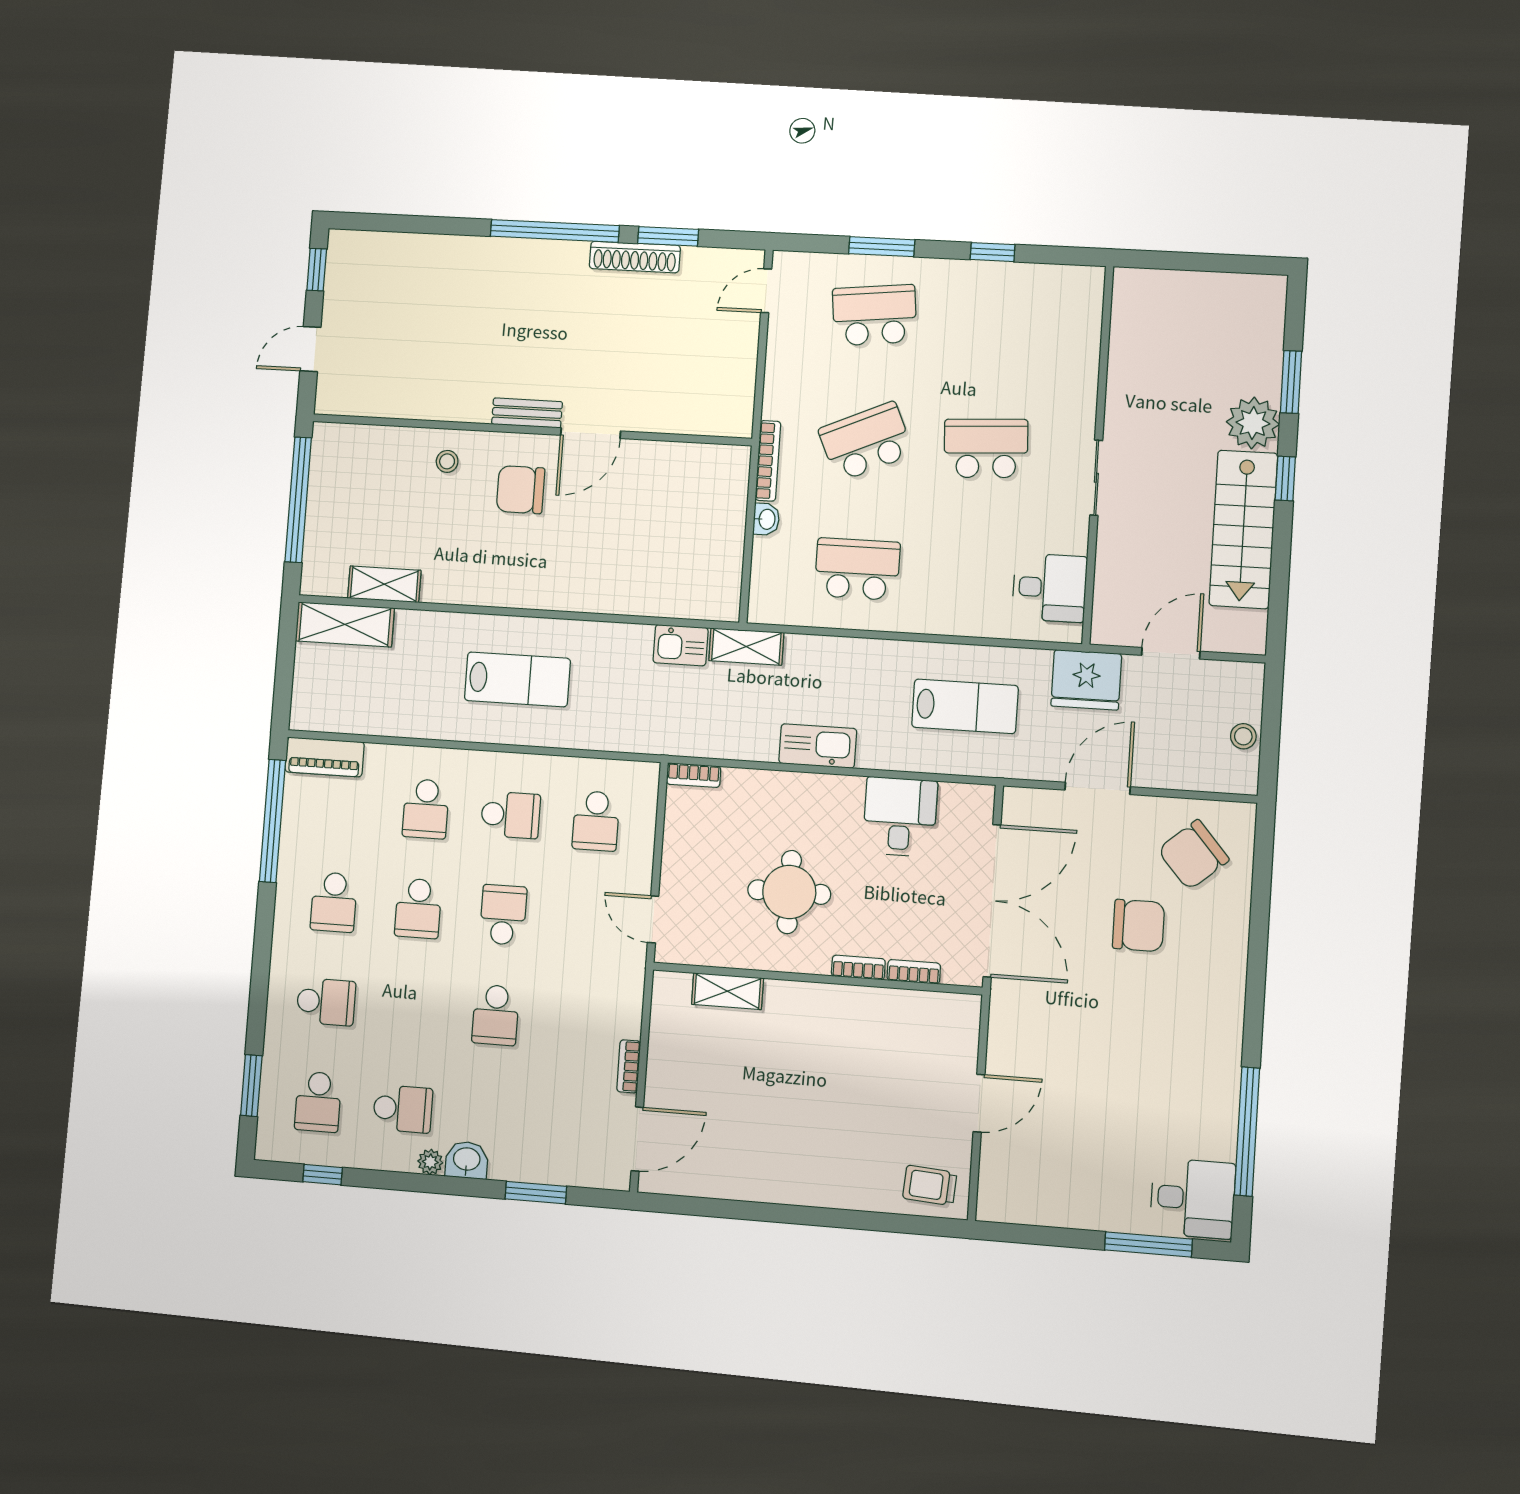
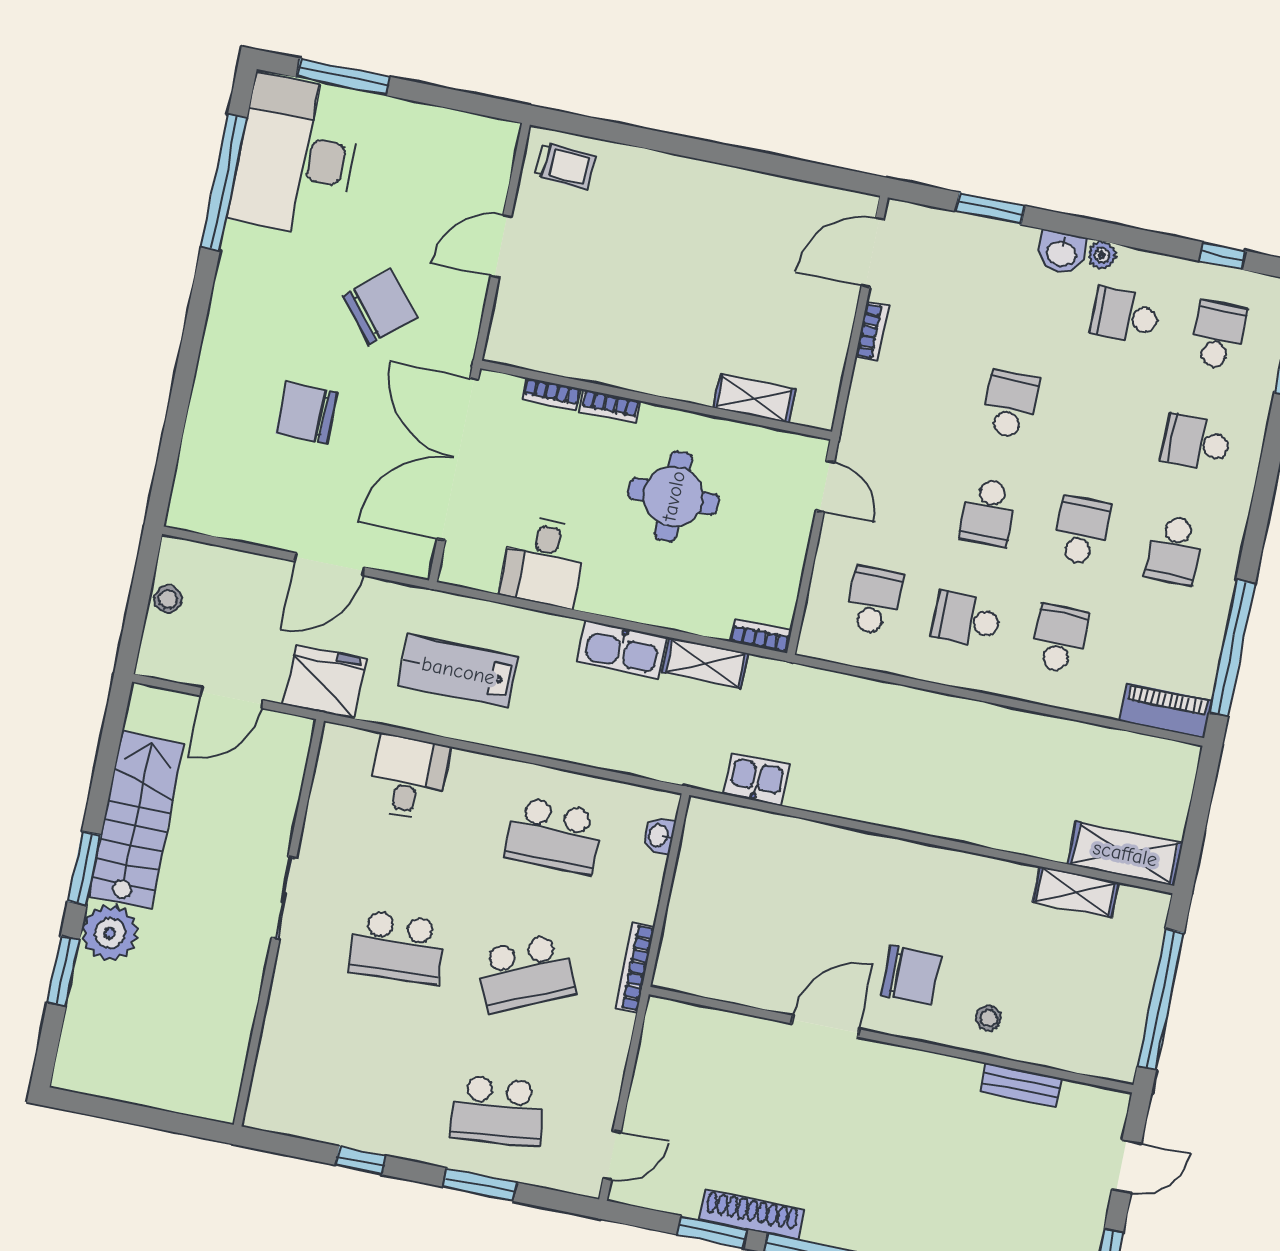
bench: (527, 413) -> (1021, 1085), moved
window: (1285, 478) -> (84, 868), width x1.50
washbasin: (766, 519) -> (659, 836), moved
desk: (1050, 588) -> (408, 777), moved, turned 90
shelving: (746, 647) -> (705, 663), moved
lab bench: (517, 679) -> (941, 767), removed
chair: (1193, 855) -> (380, 307), moved
school desk: (334, 902) -> (1174, 550), turned 180
desk: (1193, 1198) -> (296, 156), width x1.87, depth x1.30

